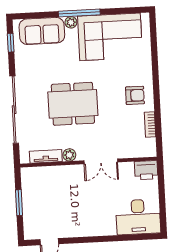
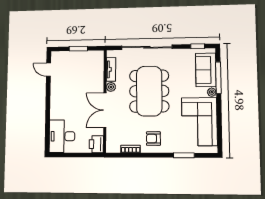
window: (79, 13) -> (218, 78), moved
window: (154, 55) -> (184, 155), added
armchair: (135, 95) -> (153, 139), turned 90
dining table: (73, 104) -> (149, 91), width x1.36, depth x1.24
double door: (101, 161) -> (105, 110), width x1.37

